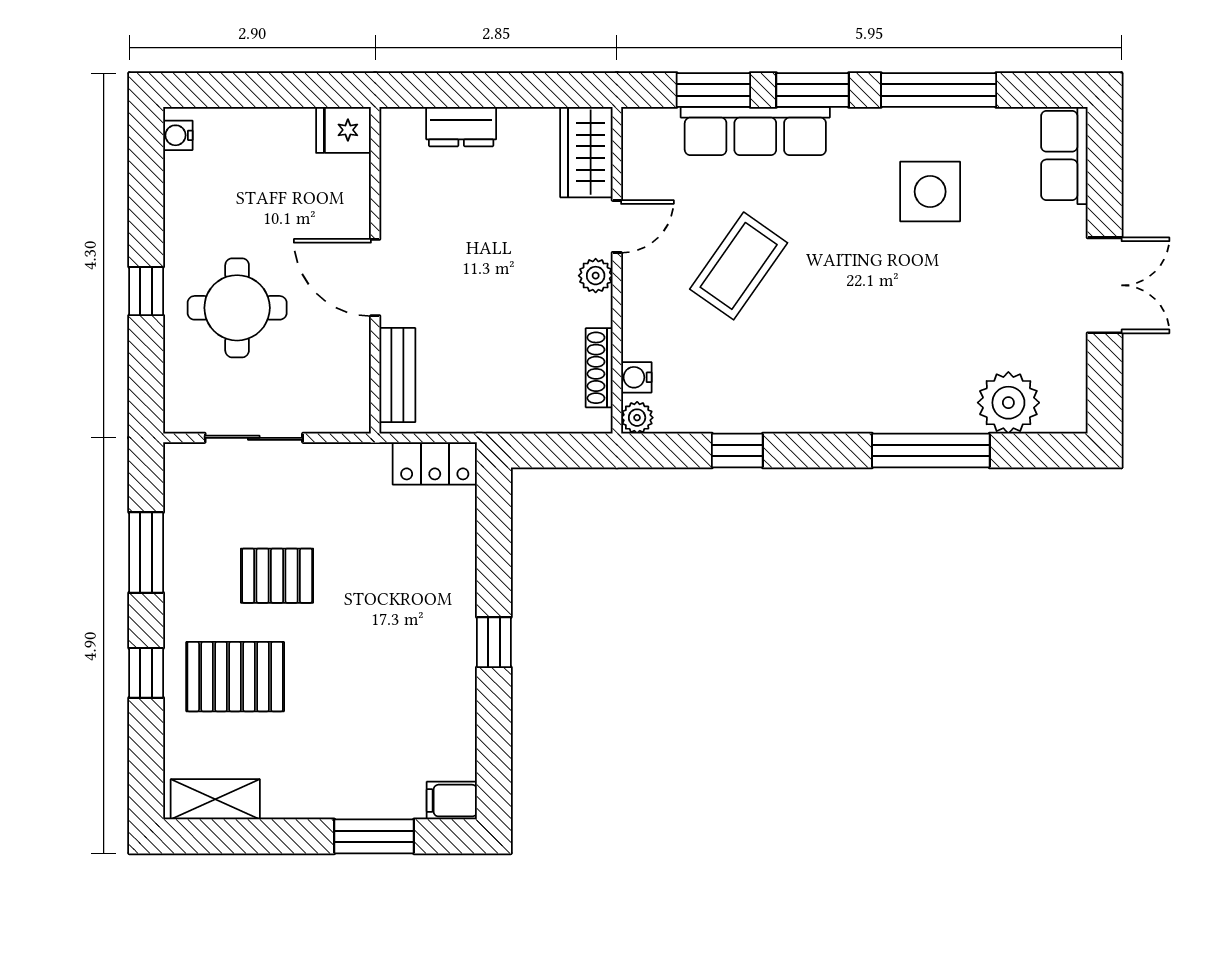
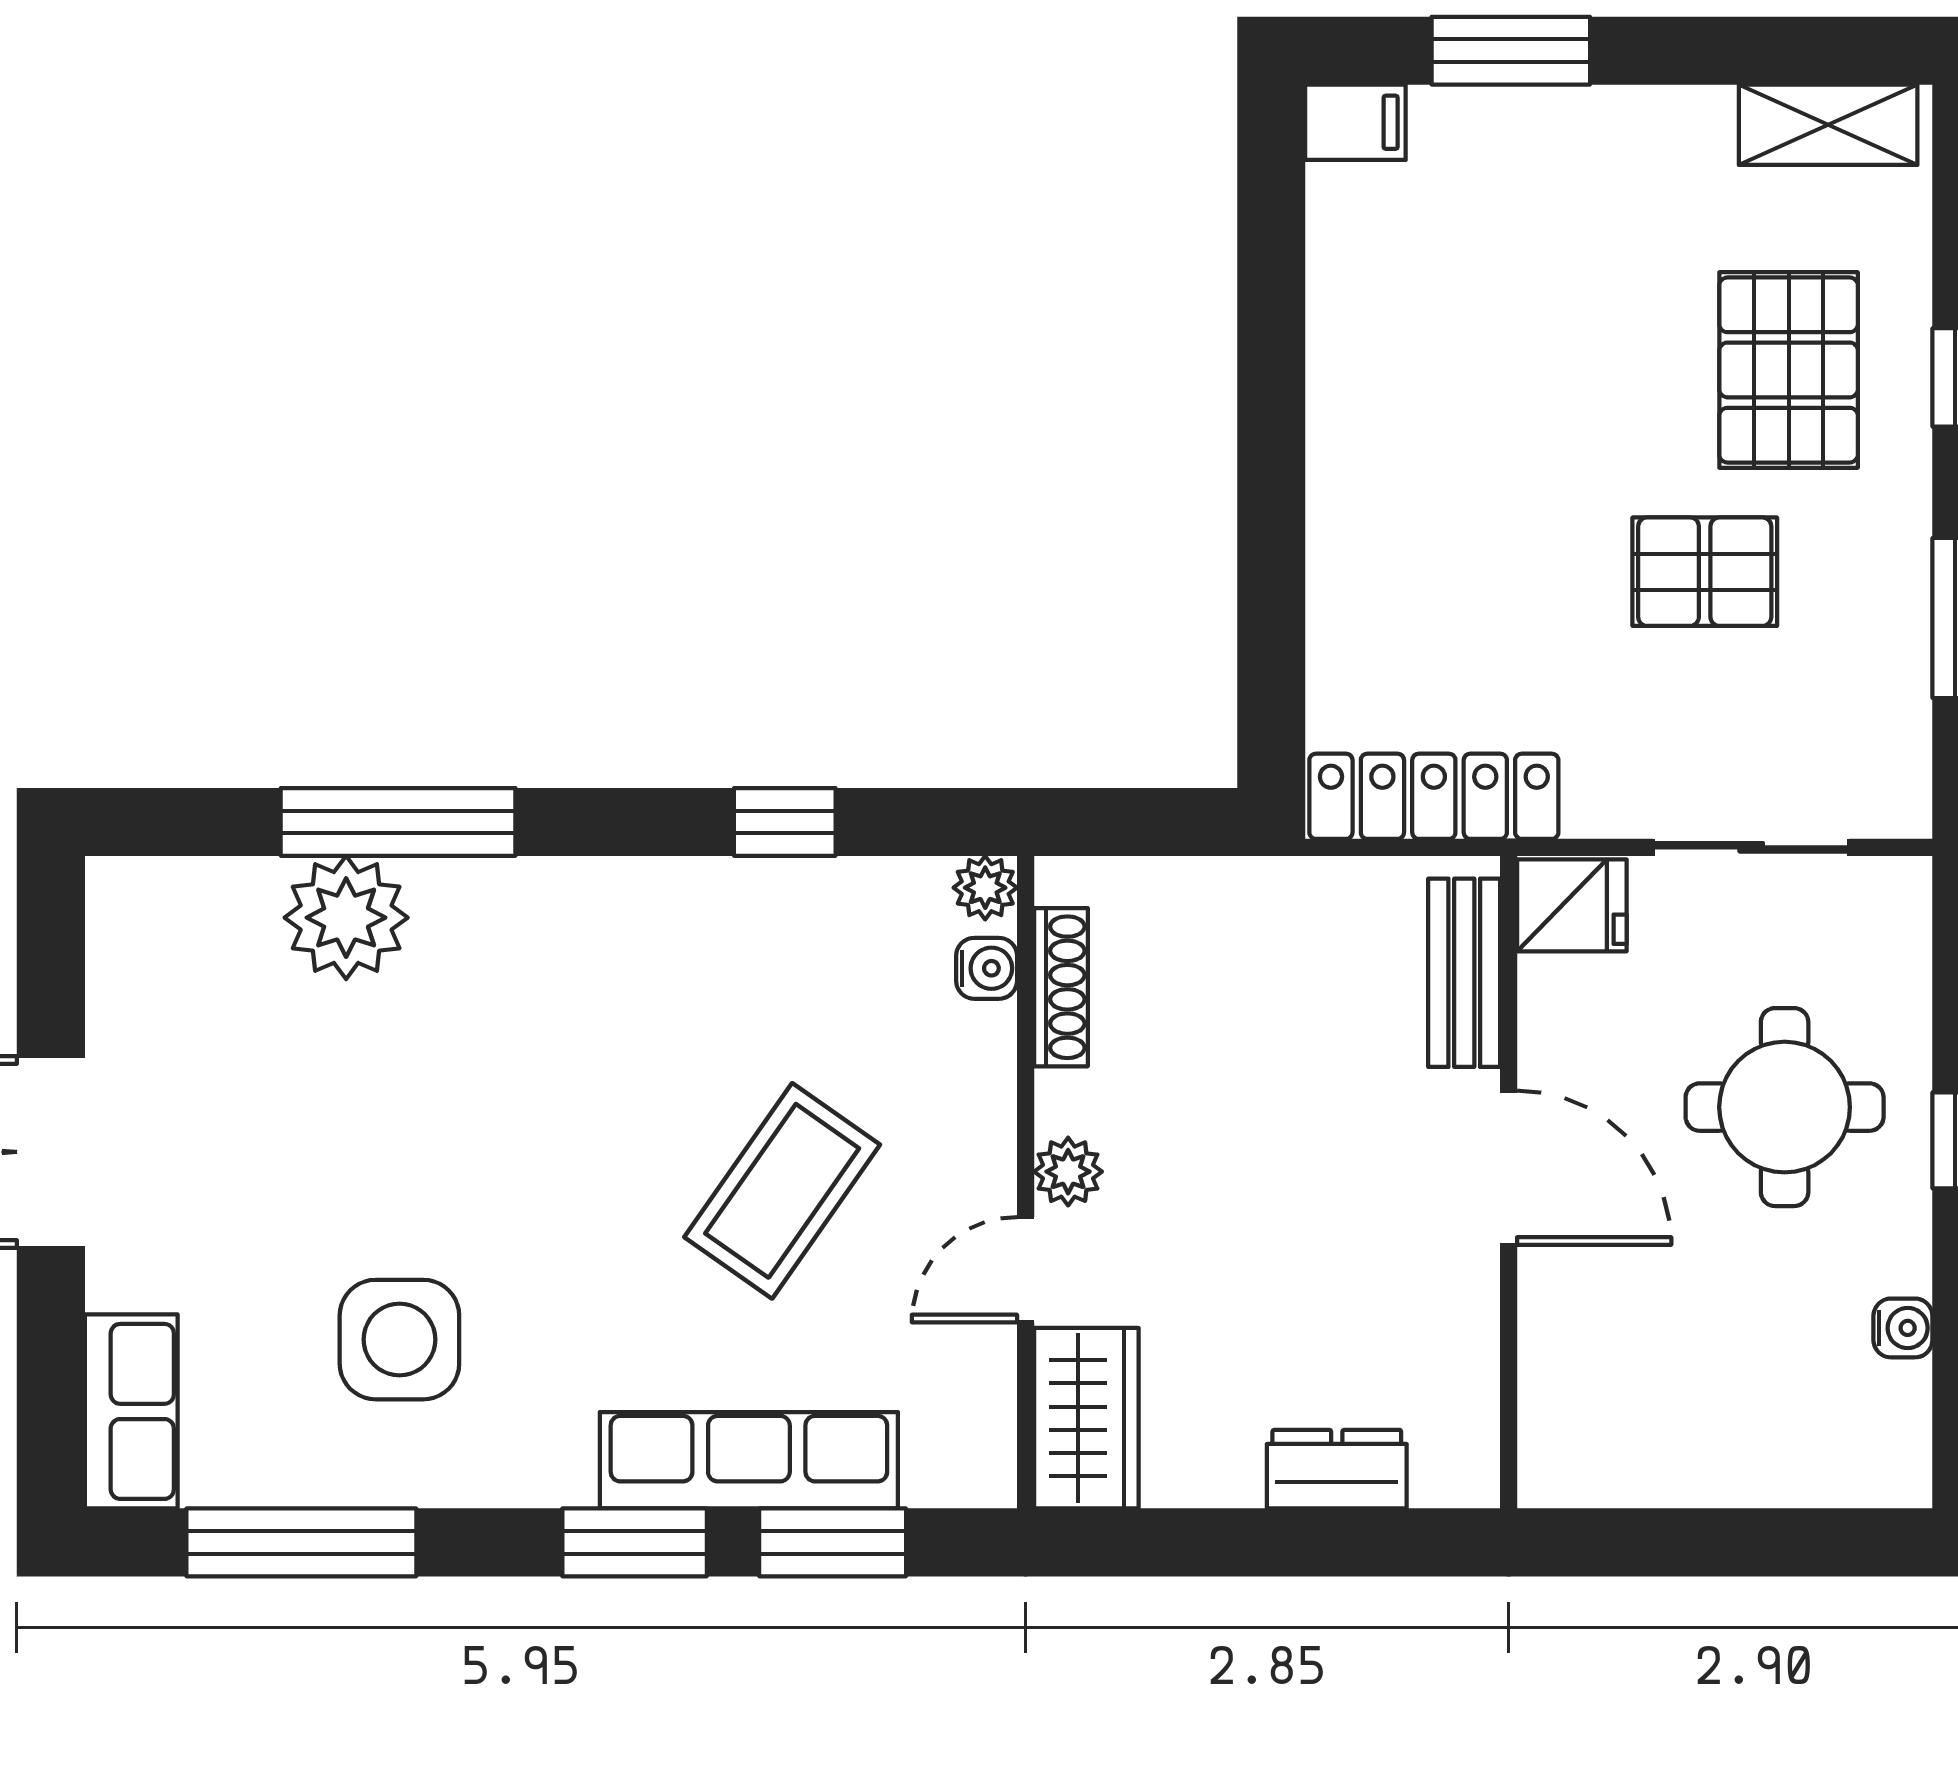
window: (939, 90) -> (301, 1542), moved
fridge: (344, 130) -> (1572, 905), moved
water cooler: (178, 135) -> (1903, 1328), moved
plant: (1008, 403) -> (346, 918), moved
locker: (435, 463) -> (1434, 796), width x1.53
window: (494, 642) -> (1271, 439), removed
pallet: (235, 677) -> (1789, 370), turned 90

